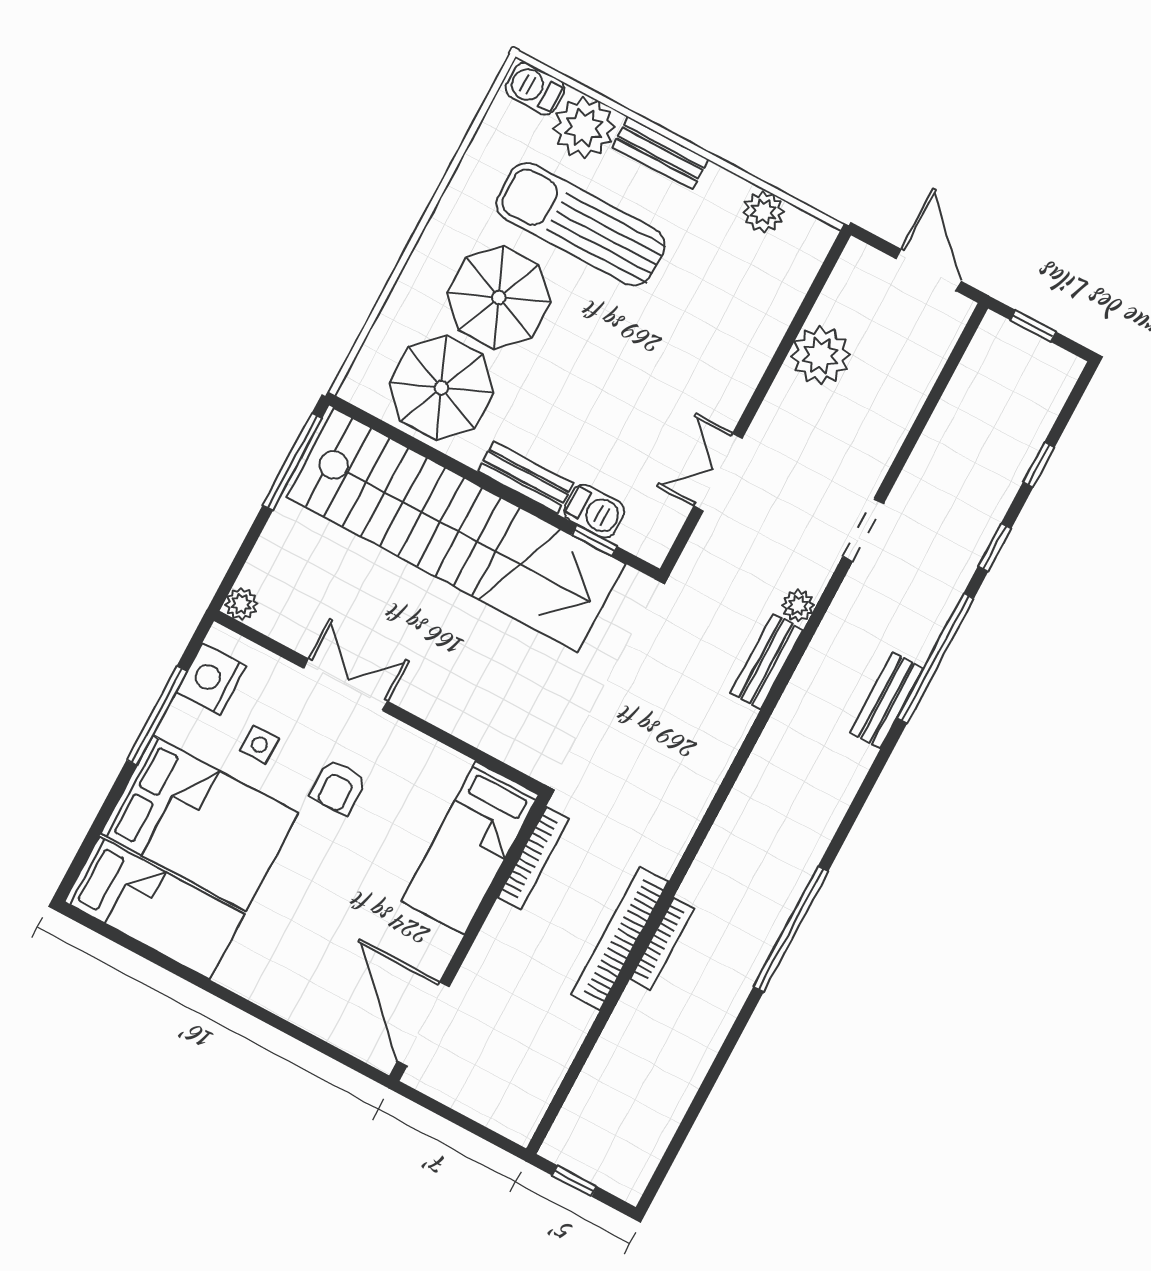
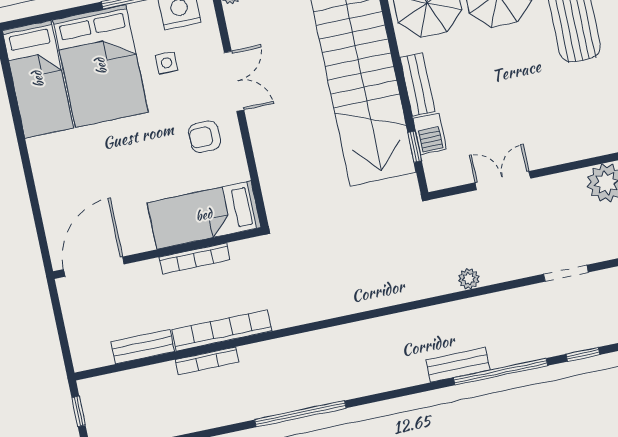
doorway: (863, 530) -> (566, 273), moved
bench: (767, 662) -> (143, 347), moved
armchair: (338, 787) -> (205, 137), moved
bookcase: (534, 858) -> (195, 258), moved
bookcase: (662, 944) -> (207, 361), moved

